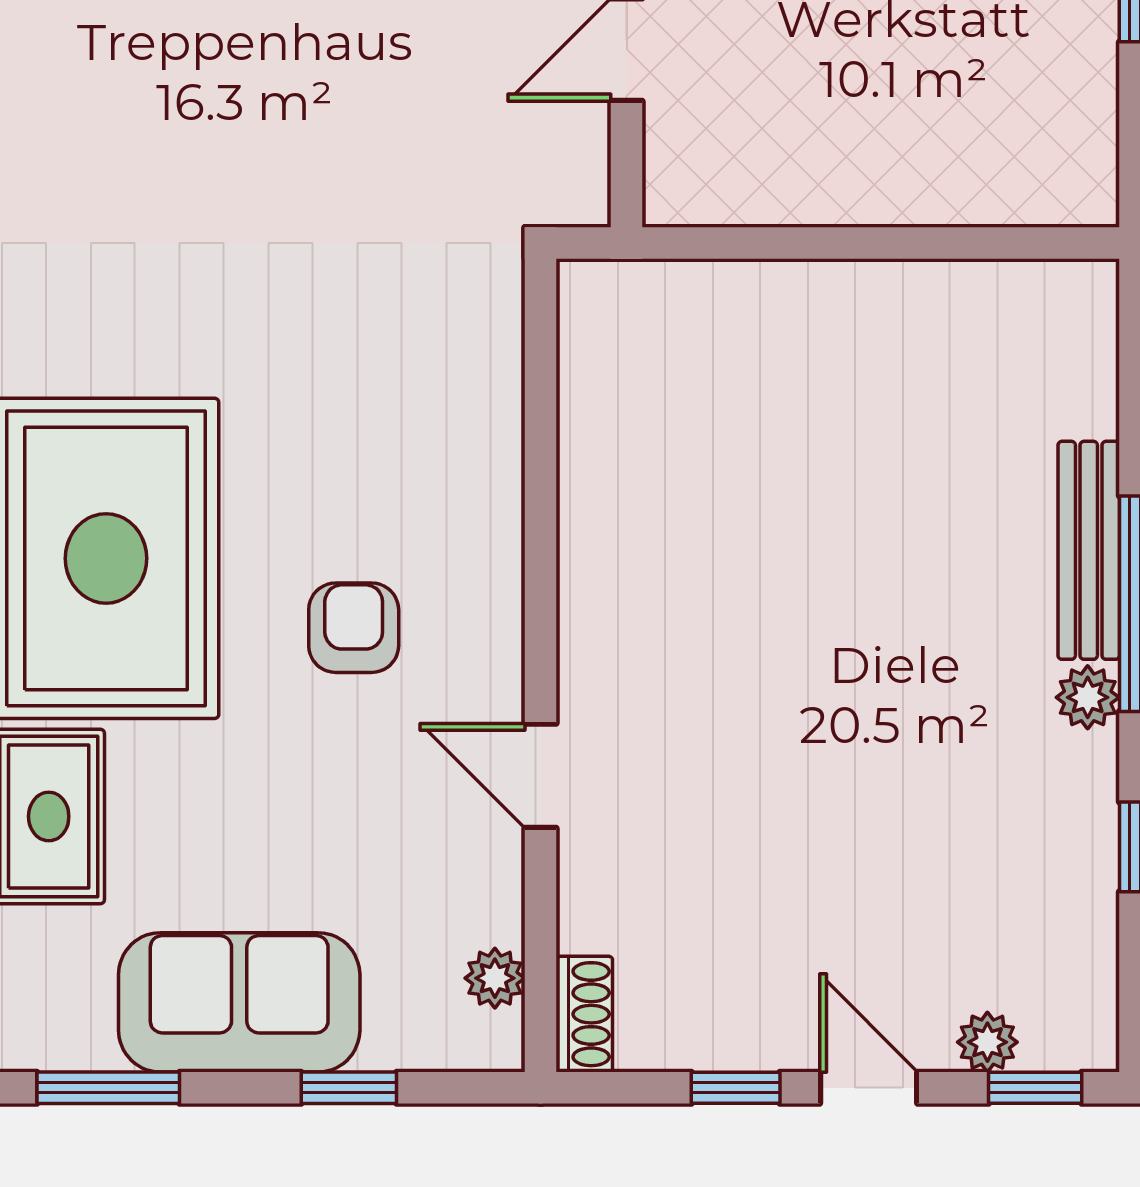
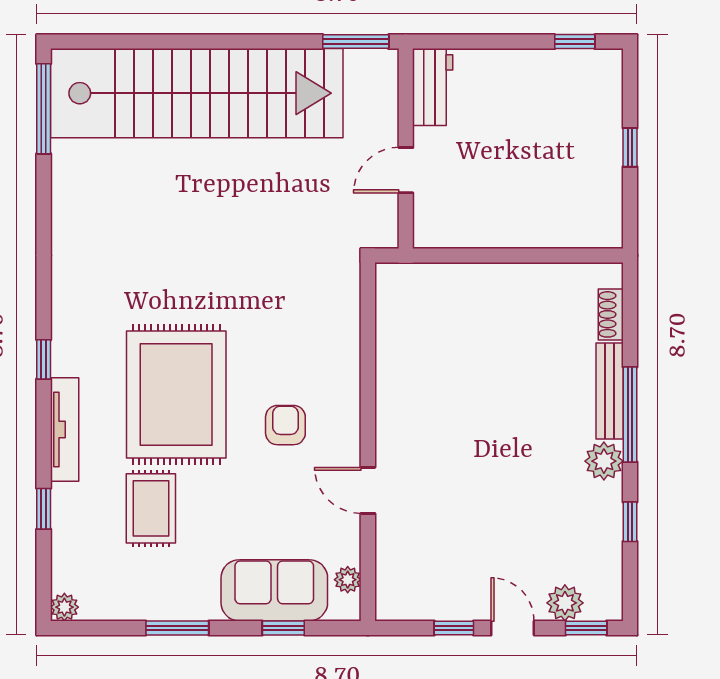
plant: (1088, 697) -> (604, 461), width x1.38, depth x1.38
sofa: (239, 1002) -> (274, 590), moved
shoe rack: (584, 1014) -> (611, 314), moved, turned 180
plant: (987, 1042) -> (565, 603), width x1.38, depth x1.38

